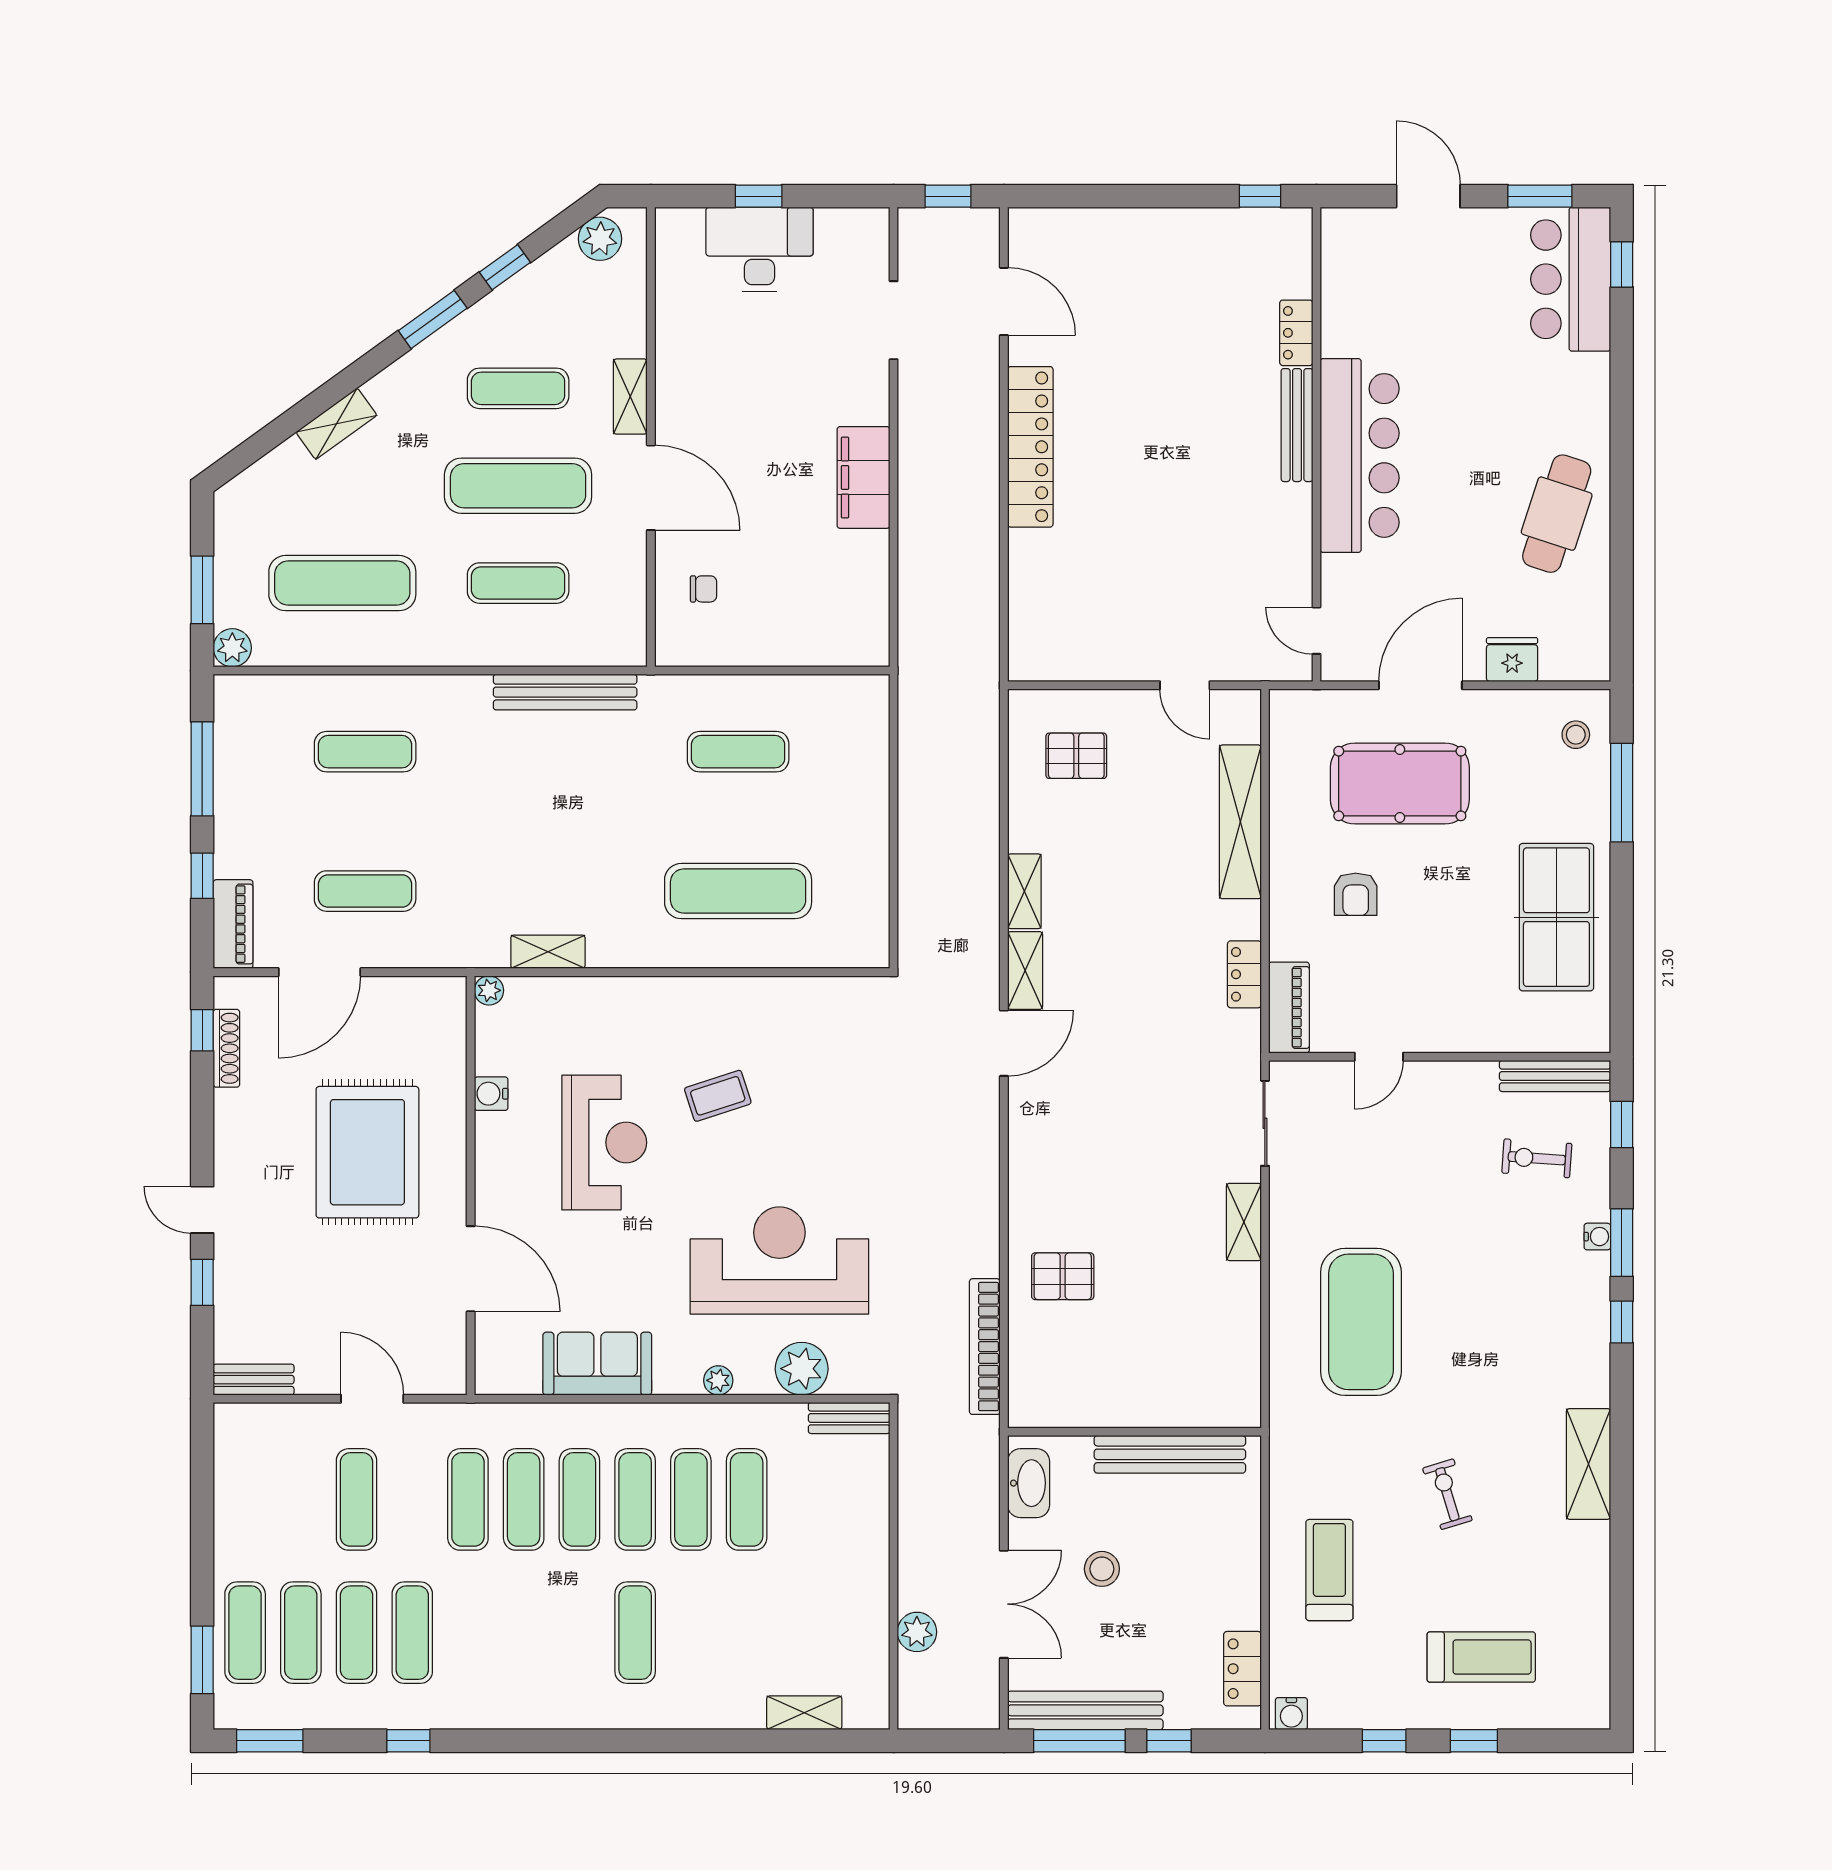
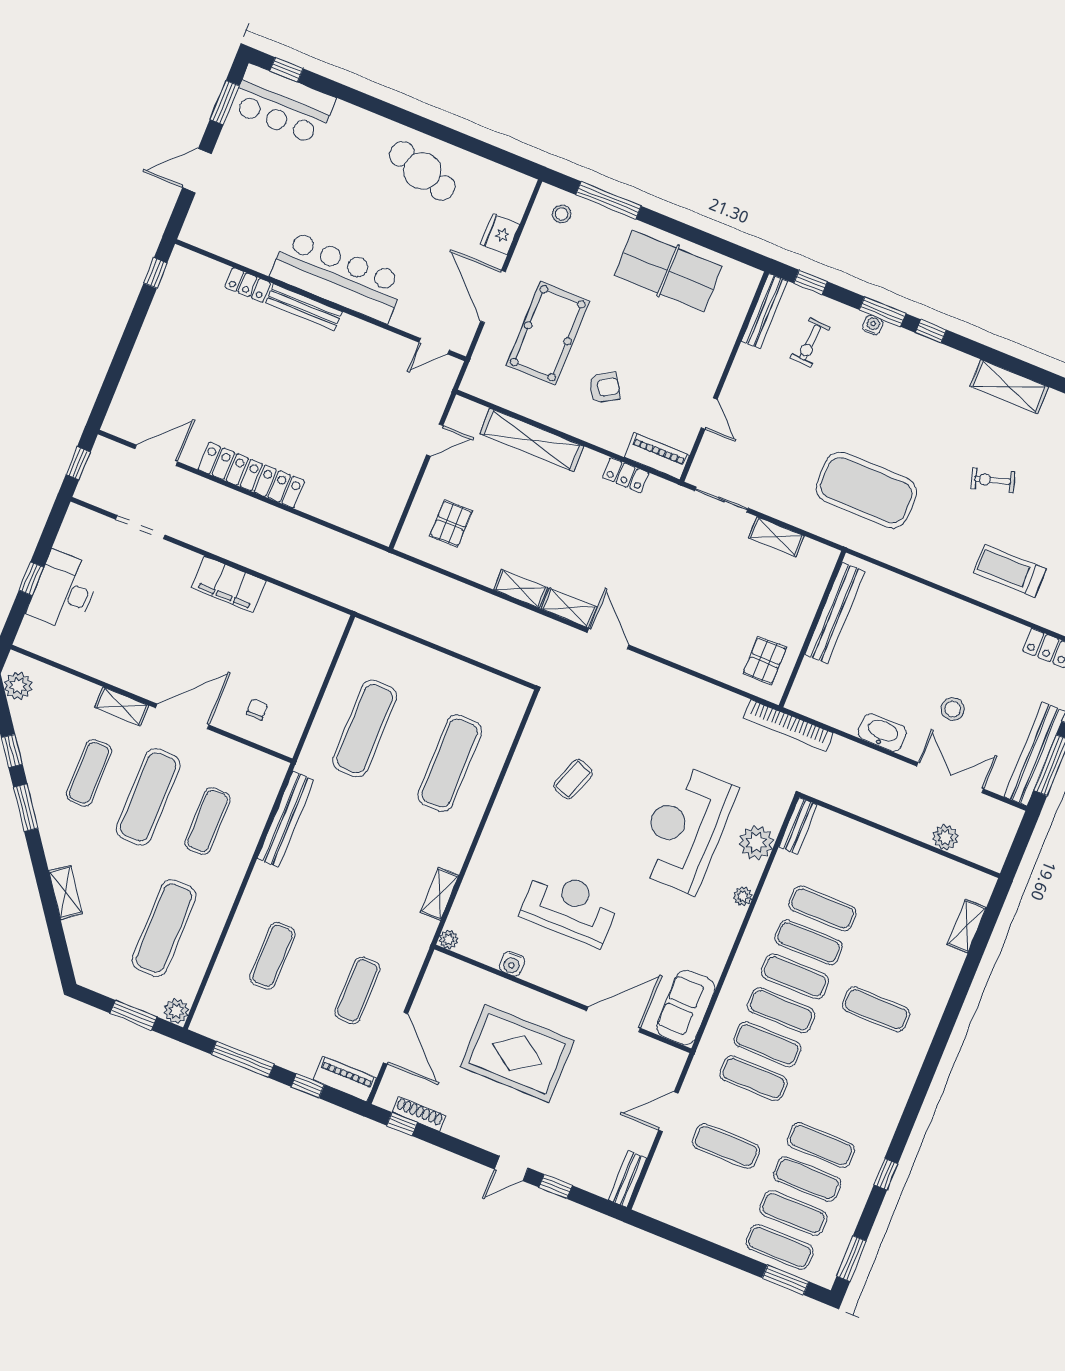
exercise mat: (738, 752) -> (365, 729), width x1.36, depth x1.45
armchair: (1356, 894) -> (604, 388), turned -31
coffee table: (718, 1096) -> (573, 779), moved, turned 38
sofa: (597, 1364) -> (686, 1008), moved
wall: (1134, 1432) -> (812, 629), moved
bench: (1170, 1454) -> (835, 613), moved

